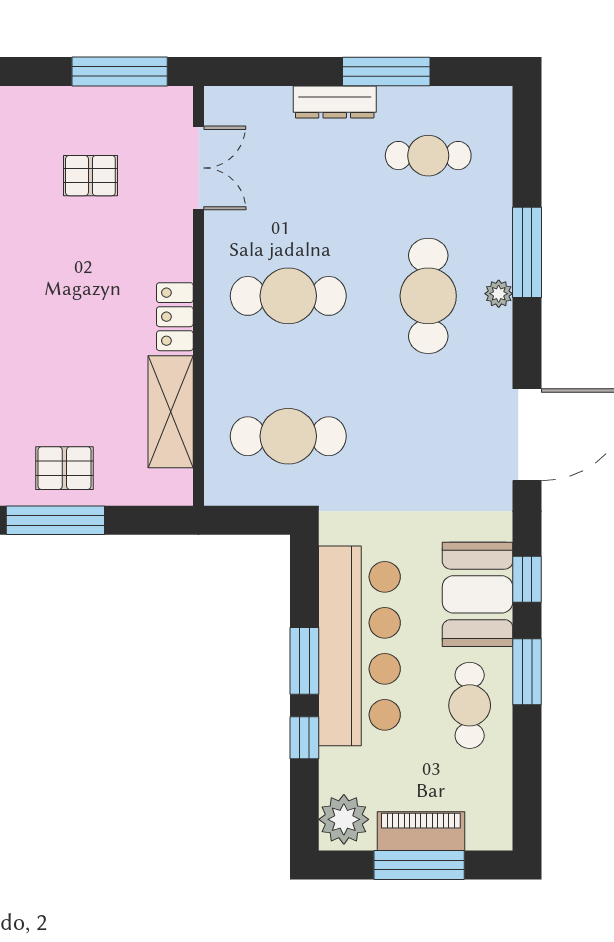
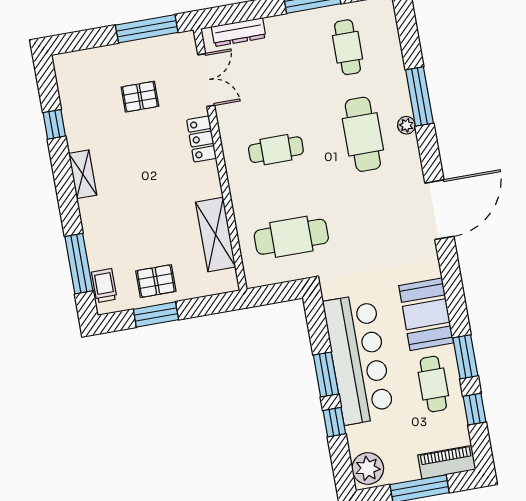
dresser: (335, 102) -> (239, 32), moved
cafe table: (428, 156) -> (348, 47), turned 90
cafe table: (288, 296) -> (276, 150), width x0.73, depth x0.74
locker: (175, 317) -> (201, 139), moved
window: (55, 520) -> (156, 314), width x0.69
window: (527, 579) -> (475, 409), moved
piano: (421, 831) -> (447, 462), moved

